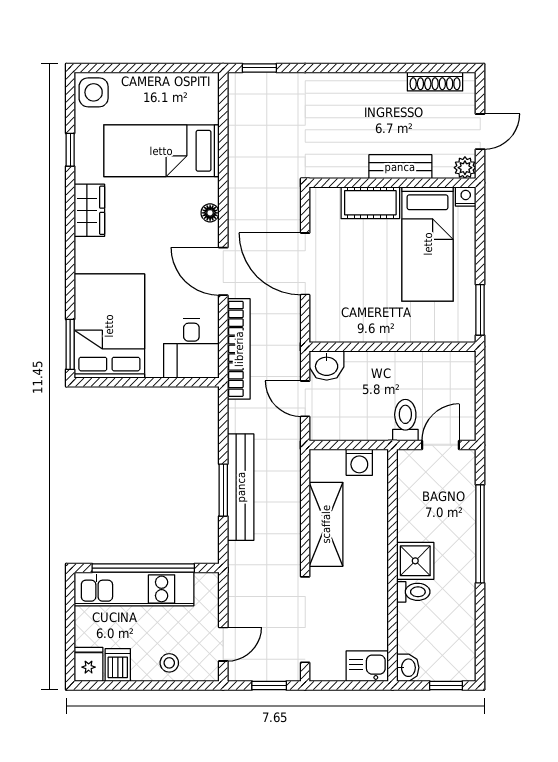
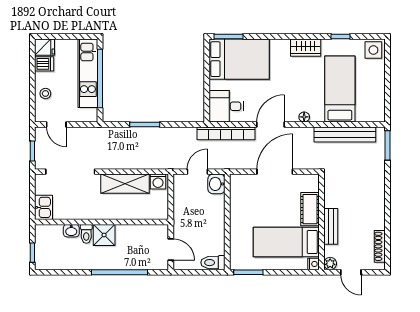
window: (259, 68) -> (387, 145), width x1.50
toilet: (405, 420) -> (213, 263), moved, turned 180
washing machine: (359, 462) -> (158, 182), moved, turned -90
bench: (241, 487) -> (345, 134), moved
washbasin: (408, 668) -> (71, 231), moved

